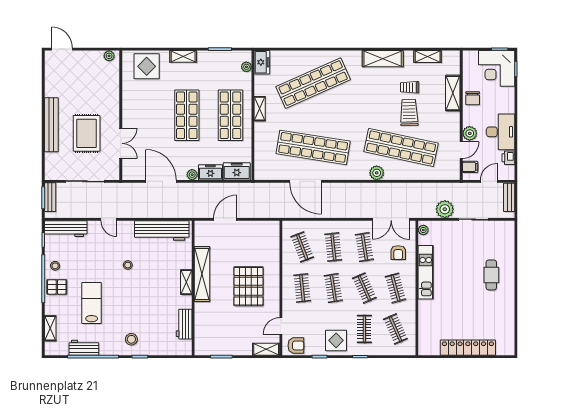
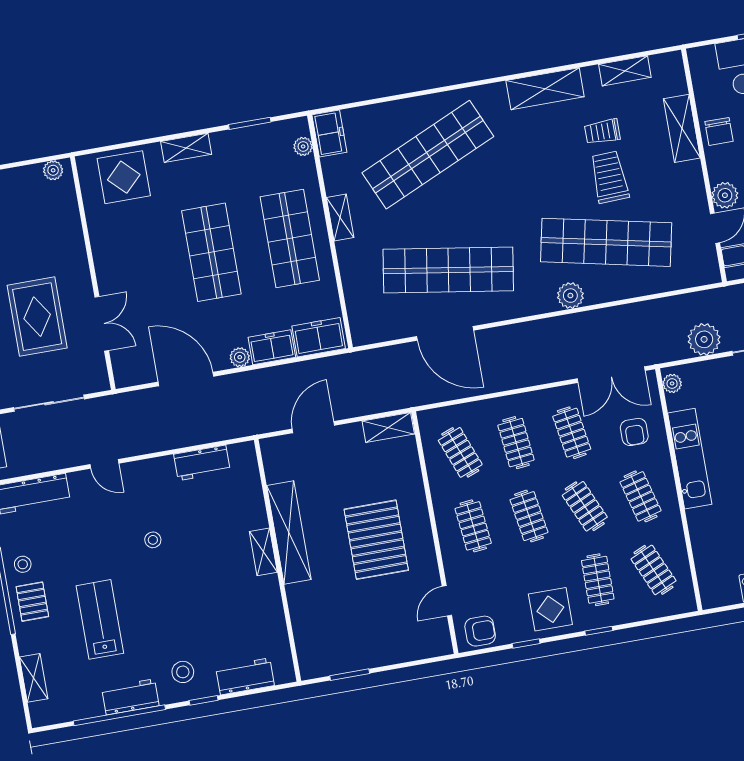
workbench: (162, 231) -> (202, 463), width x0.53, depth x0.76
pallet: (57, 287) -> (32, 602), turned 90
workbench: (184, 324) -> (245, 676), moved, turned 90
workbench: (84, 348) -> (130, 697), moved
shelving: (266, 349) -> (388, 427), moved

